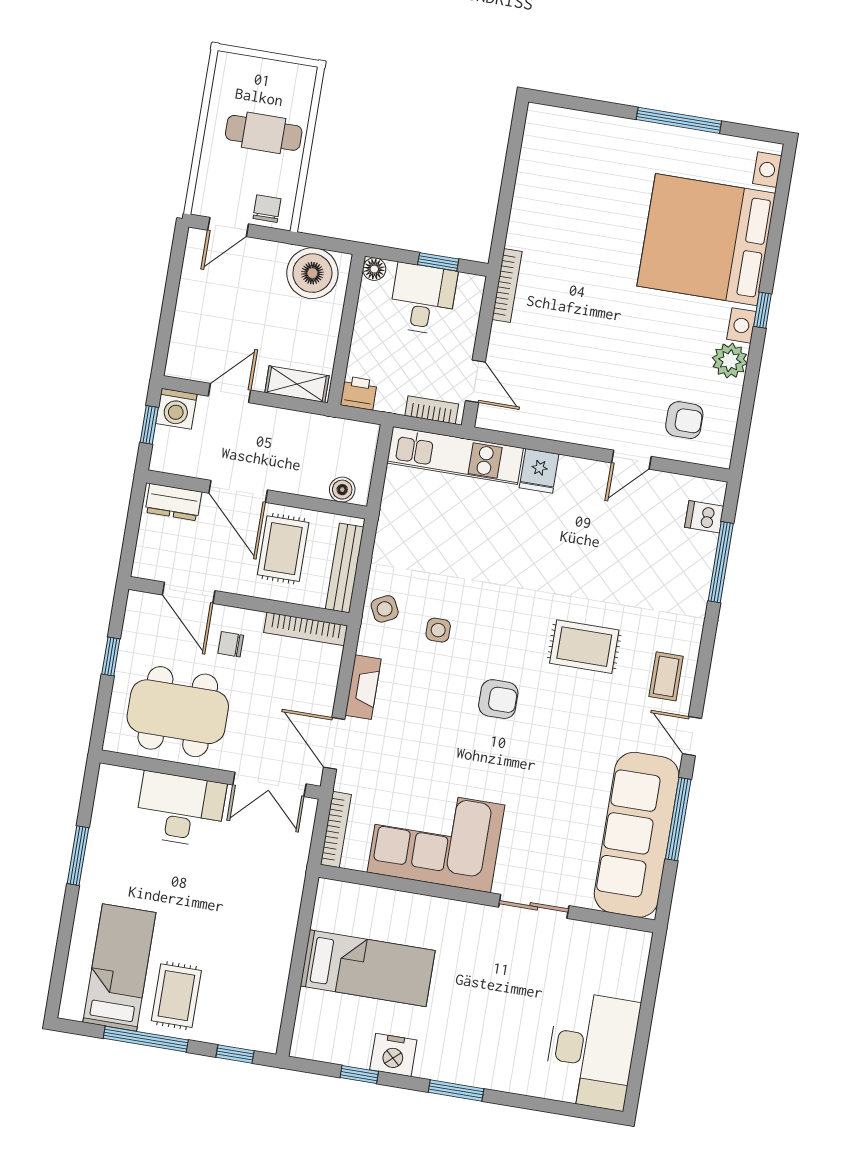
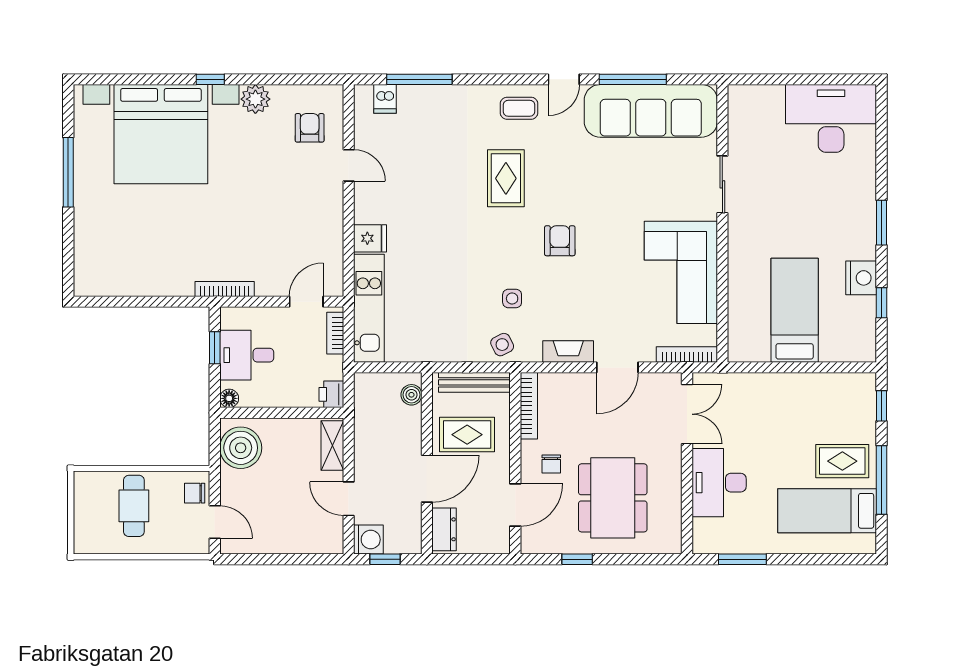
wall: (210, 775) -> (687, 463), moved
double door: (269, 784) -> (687, 414), moved
desk: (180, 809) -> (719, 483), moved

